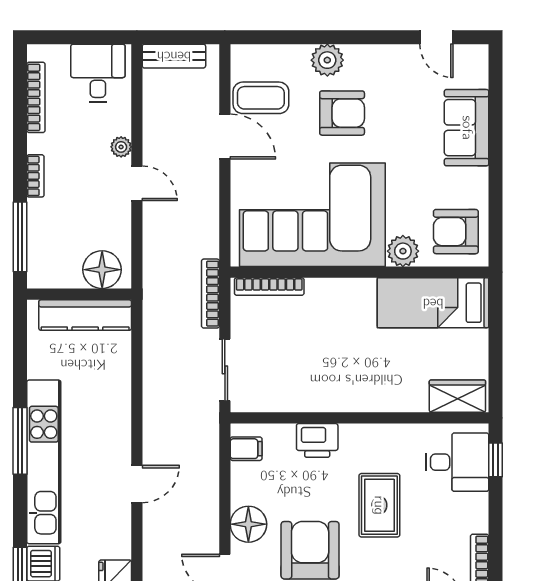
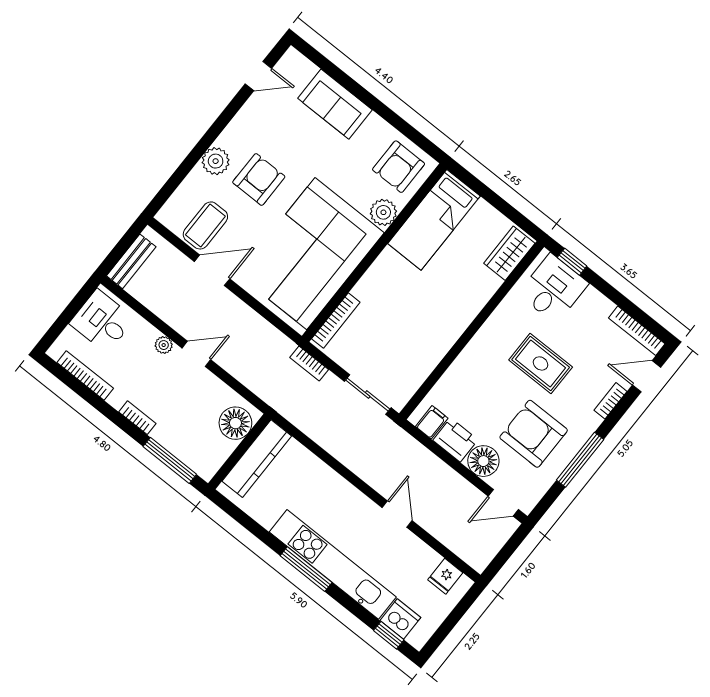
bookcase: (210, 294) -> (309, 364), width x0.64
printer: (317, 440) -> (455, 440), moved, turned -90

